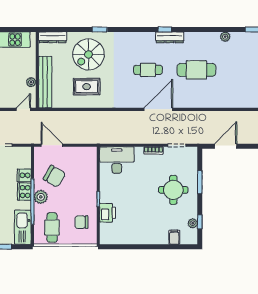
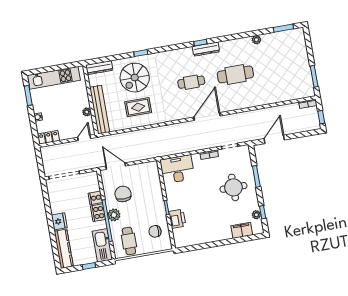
chair: (54, 176) -> (123, 194), turned -120
filing cabinet: (174, 237) -> (242, 230), width x2.00

